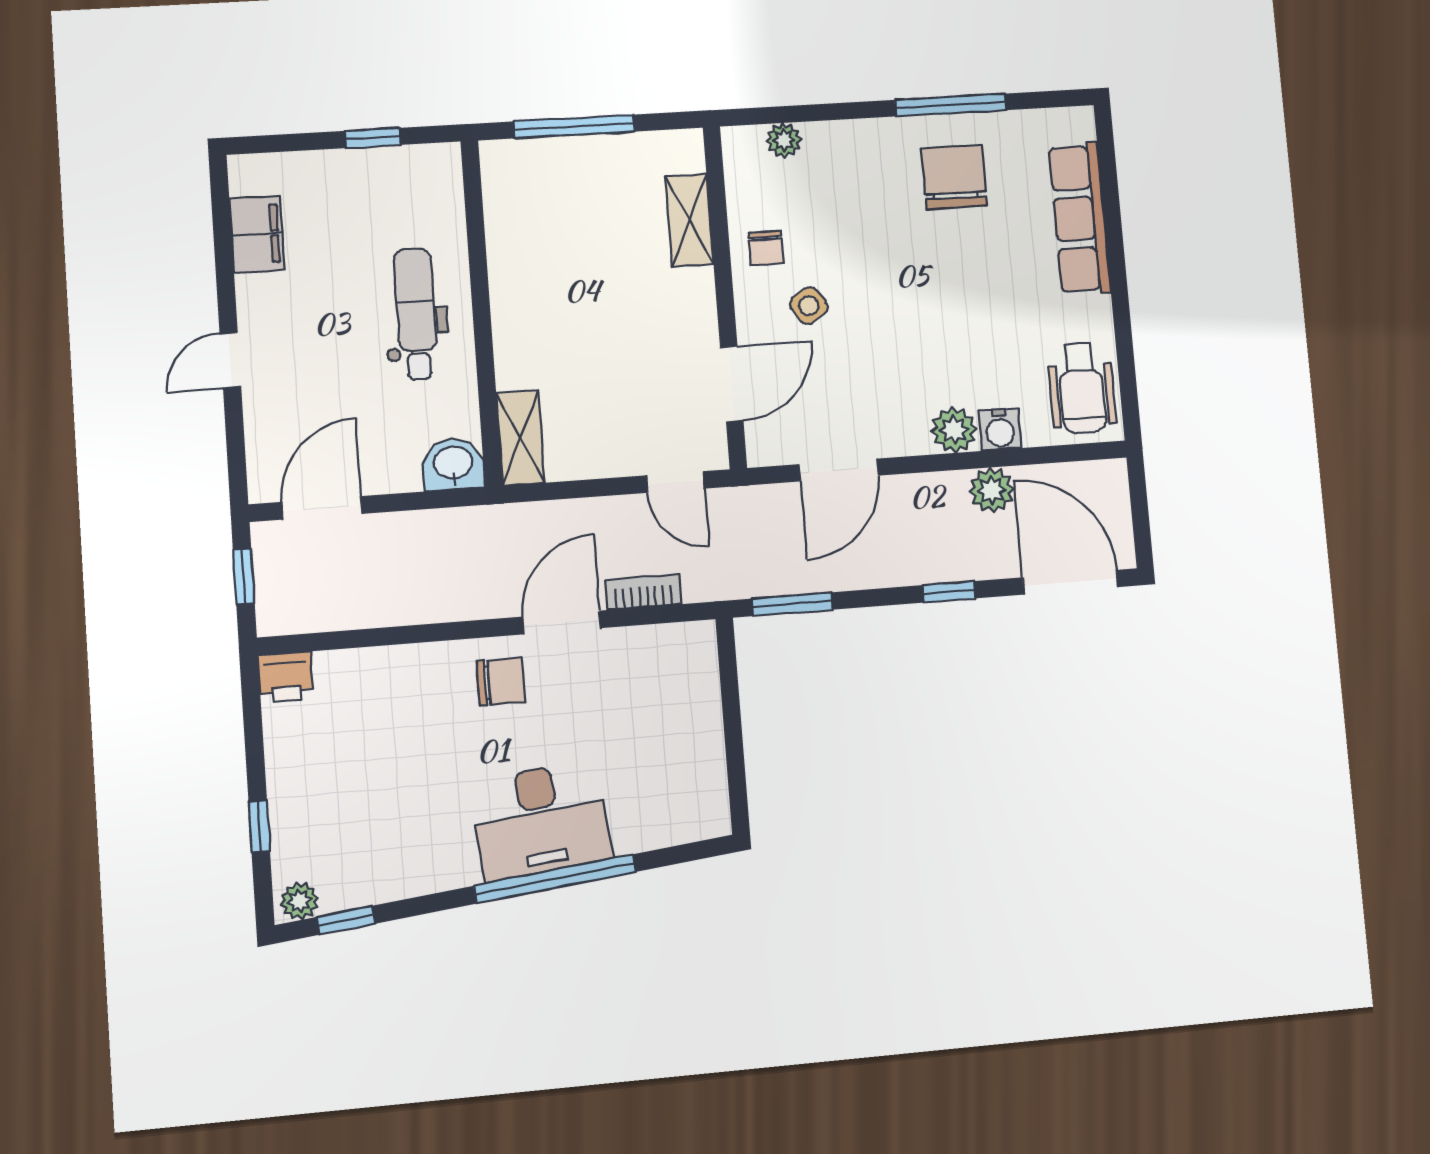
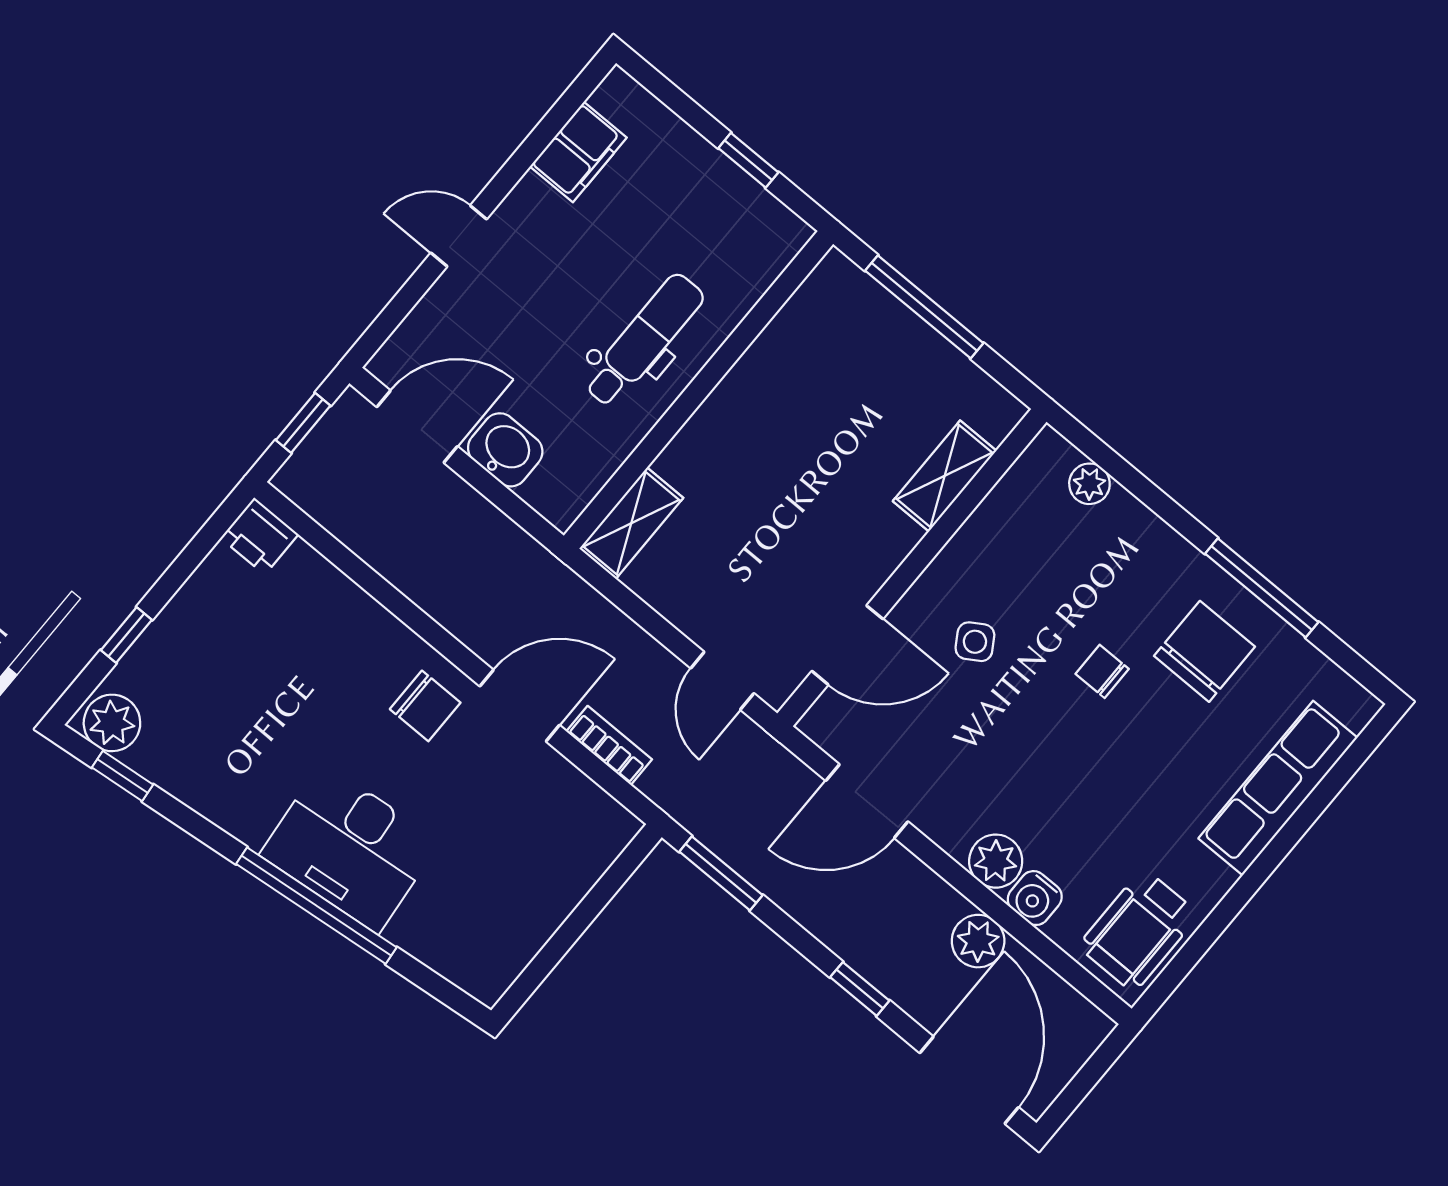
chair: (766, 248) -> (1102, 671), moved, turned 90
washbasin: (453, 464) -> (505, 450), moved
plant: (299, 901) -> (112, 723), width x1.38, depth x1.38

